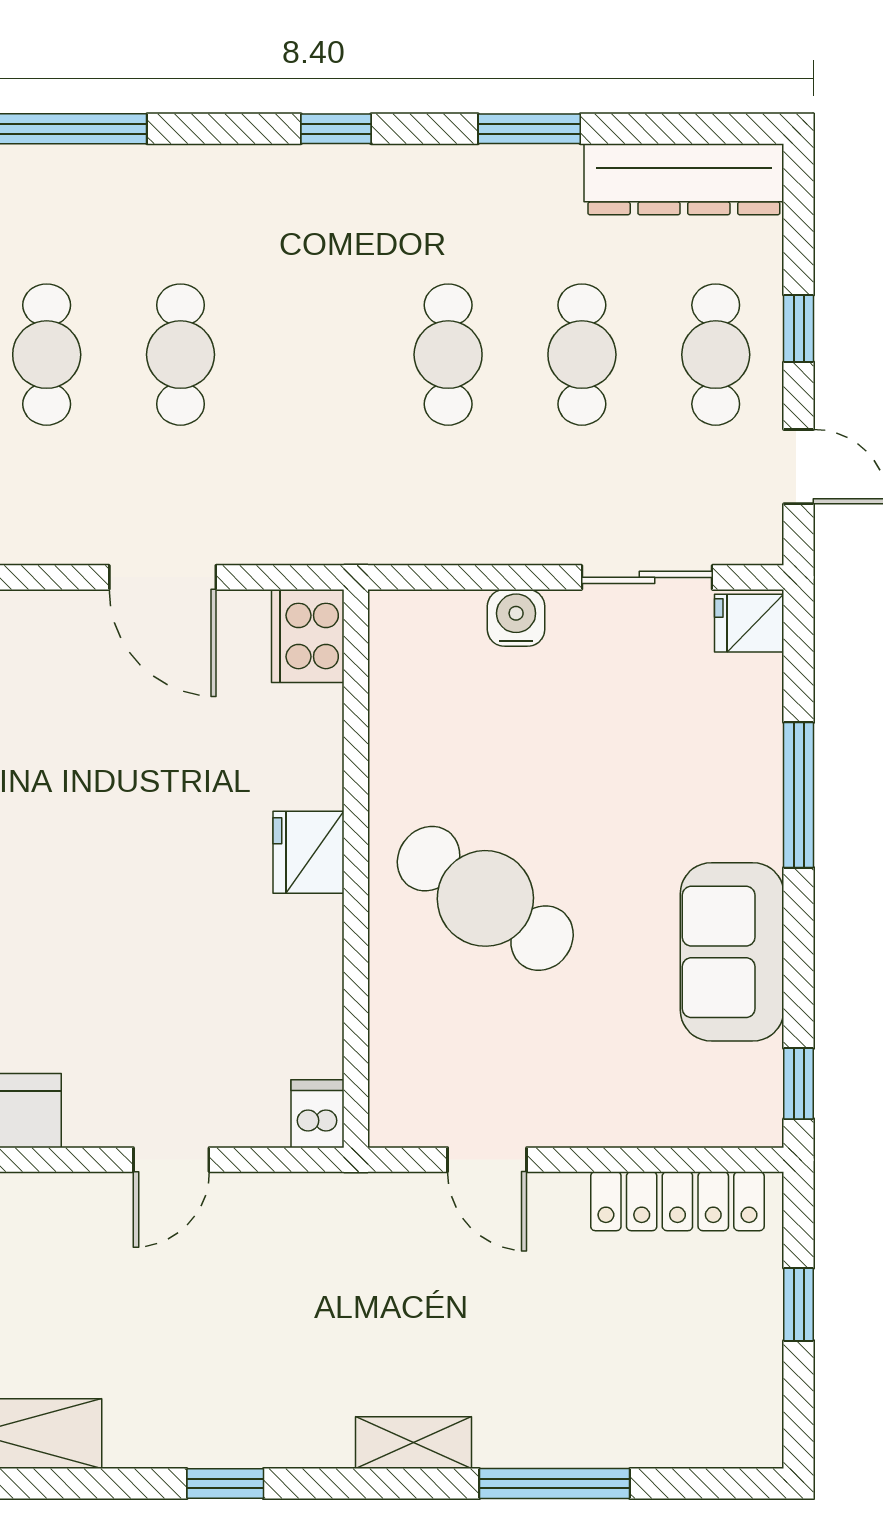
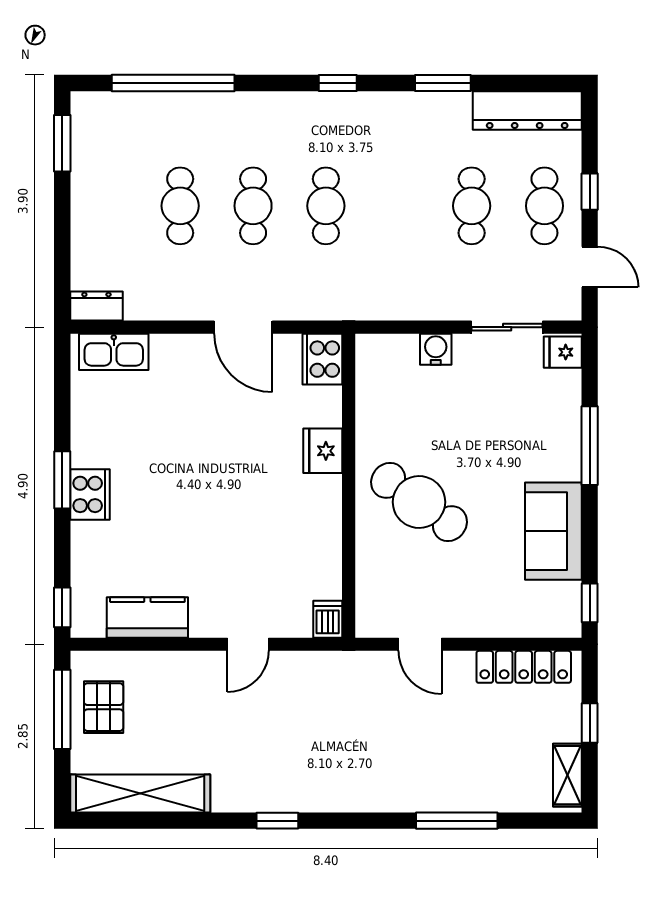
cafe table: (448, 355) -> (326, 206), moved
fridge: (309, 852) -> (323, 451), moved
shelving: (414, 1443) -> (567, 775), moved, turned 90

